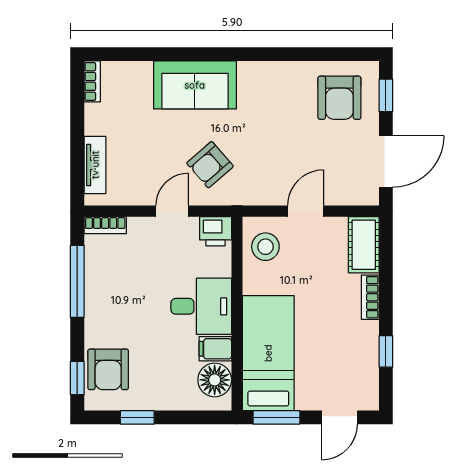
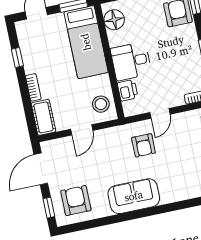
sofa: (195, 85) -> (134, 196), moved
armchair: (210, 165) -> (143, 145), turned 131
printer: (216, 231) -> (128, 90), moved, turned 90
filing cabinet: (215, 349) -> (118, 38), removed

